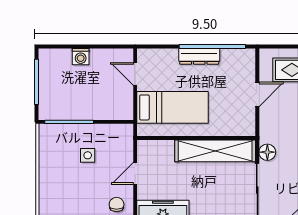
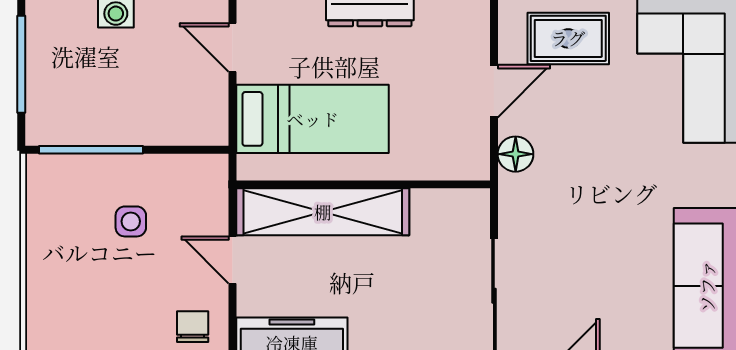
shelving: (215, 151) -> (323, 212), moved
floor lamp: (267, 152) -> (516, 154), moved
door: (135, 173) -> (233, 260), hinge flipped

